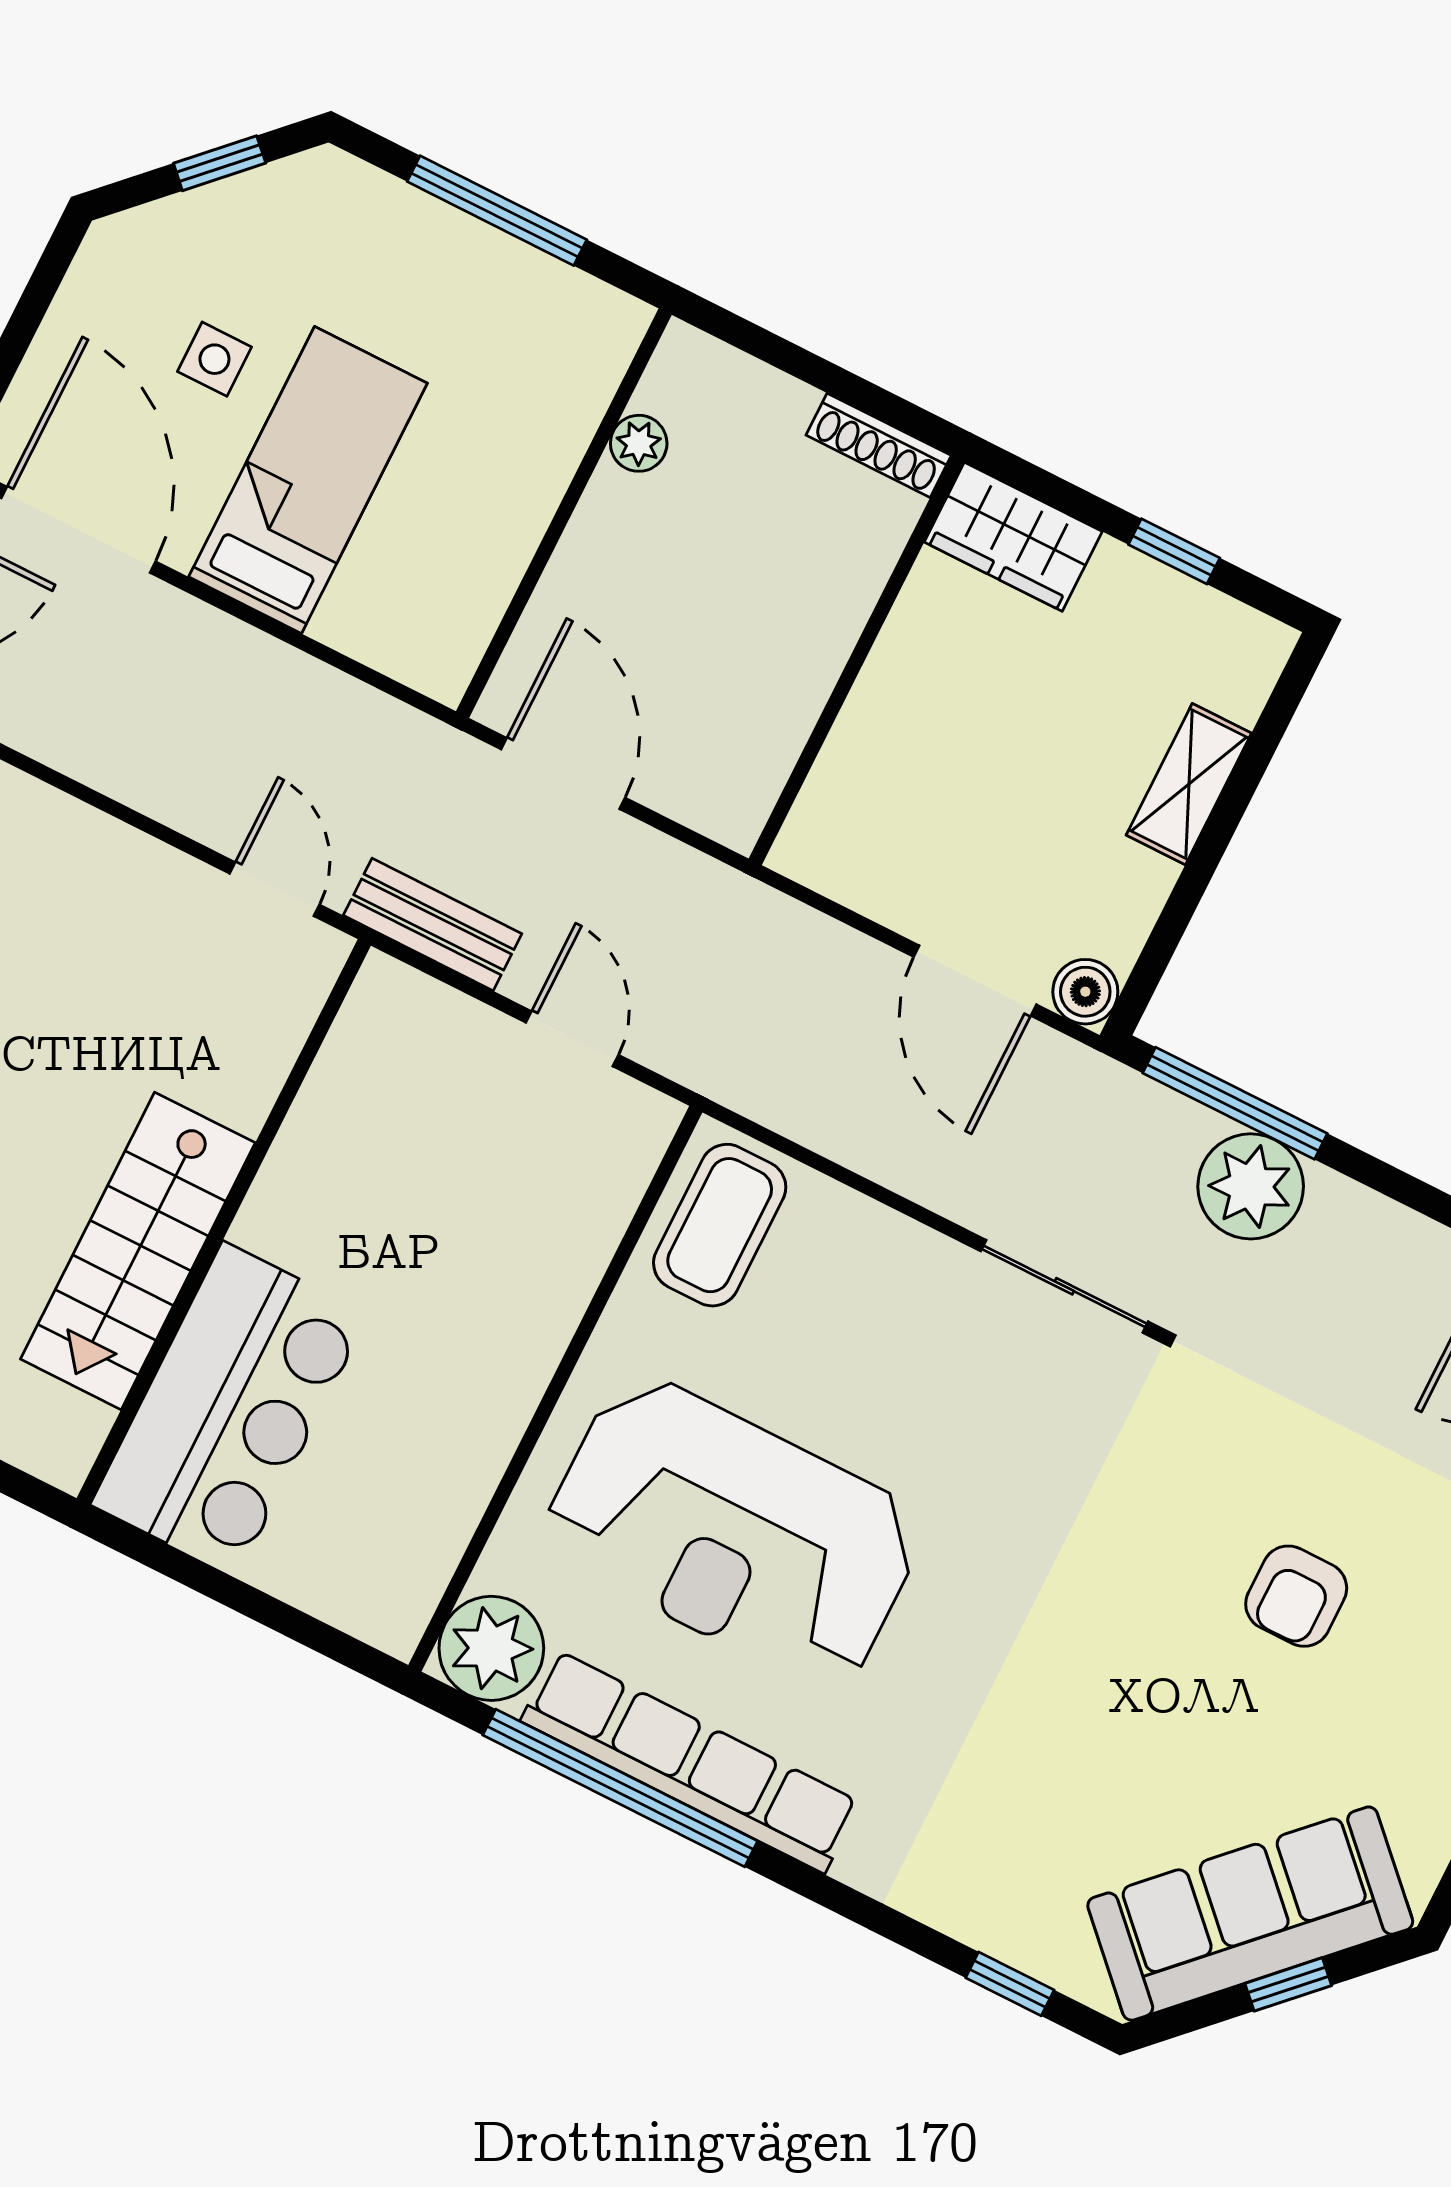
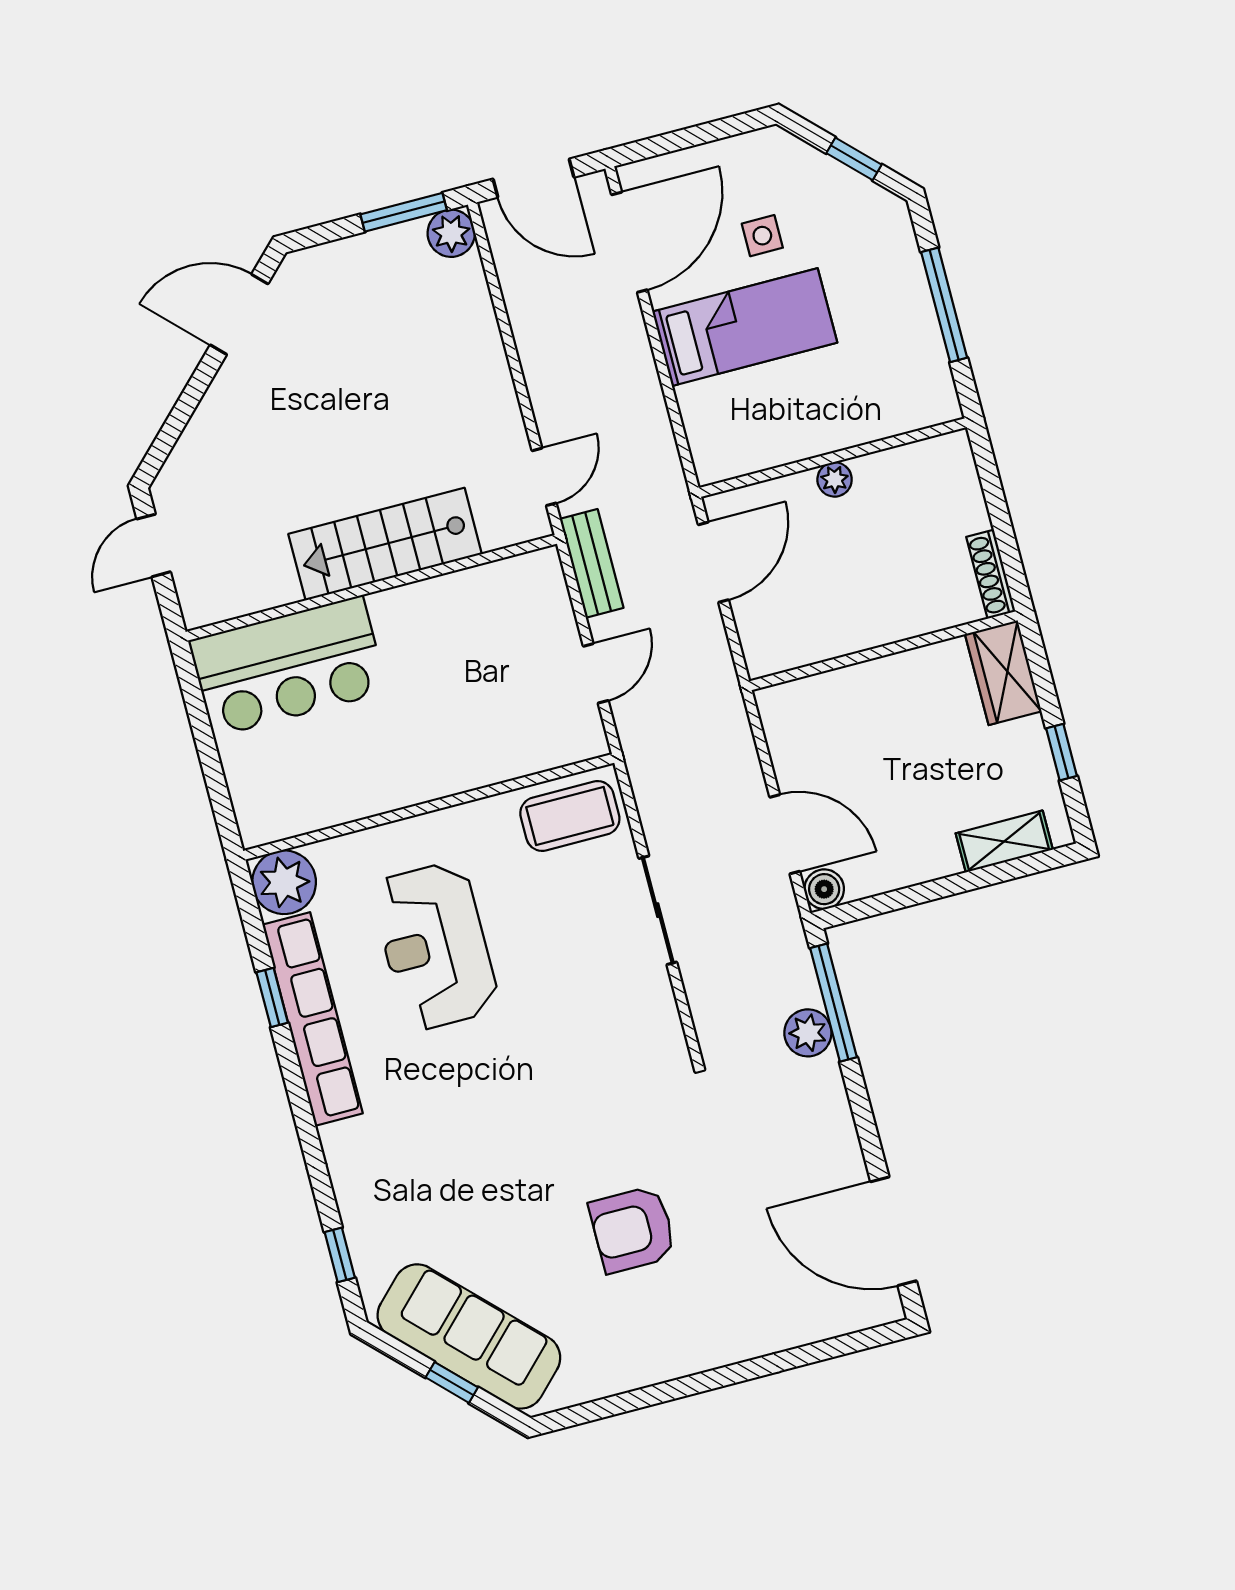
plant: (639, 443) -> (835, 479), moved
shelving: (1189, 784) -> (1004, 841), moved
door: (975, 981) -> (785, 834), swing flipped
plant: (1251, 1186) -> (808, 1033), width x0.73, depth x0.73
stairs: (138, 1251) -> (385, 544), moved
sliding door: (1064, 1286) -> (658, 910), moved
reception desk: (733, 1532) -> (435, 946), width x0.74, depth x0.77
armchair: (1296, 1596) -> (633, 1229), width x1.38, depth x1.38
window: (620, 1788) -> (272, 998), width x0.32

